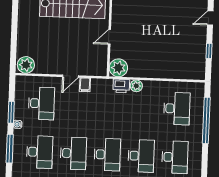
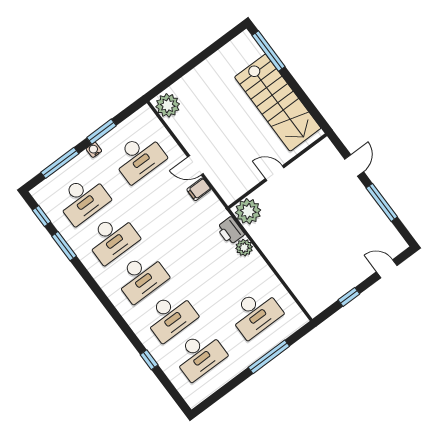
window: (206, 120) -> (269, 357), width x0.68

